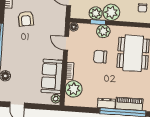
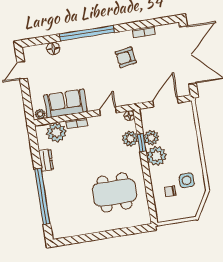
plant: (103, 31) -> (130, 139), moved
chair: (100, 57) -> (101, 155), removed
dresser: (106, 103) -> (46, 160), moved
piano: (129, 104) -> (54, 202), removed

